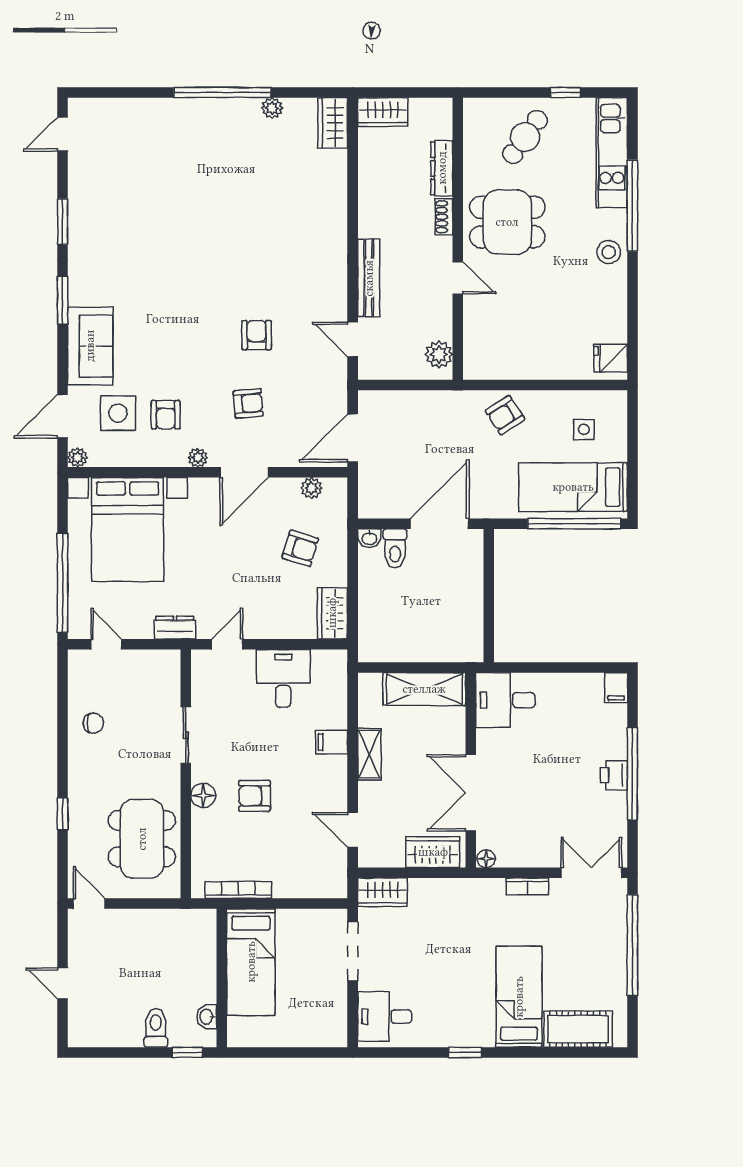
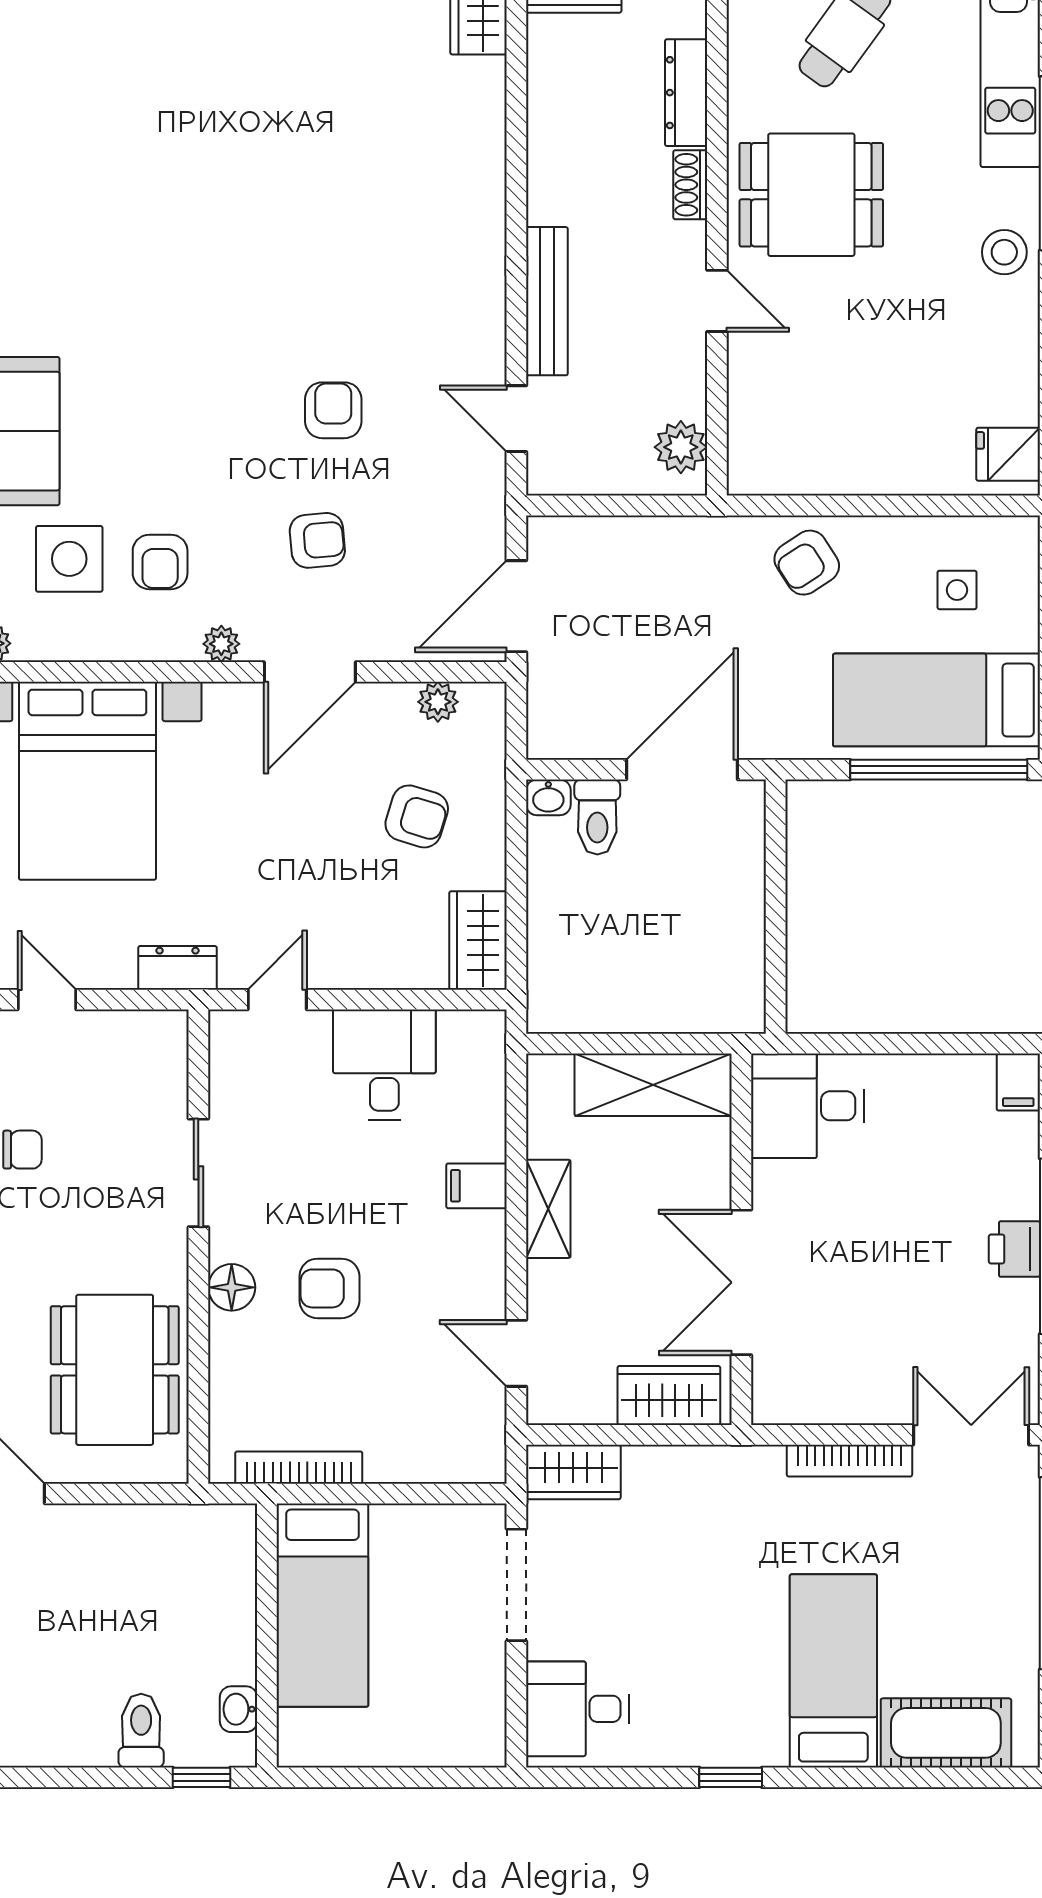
floor lamp: (486, 859) -> (771, 1408), removed
bookcase: (527, 886) -> (849, 1461), width x1.56

